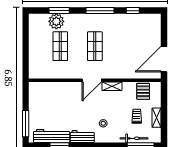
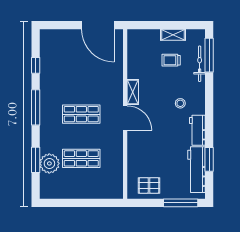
pallet: (143, 91) -> (149, 185), moved

